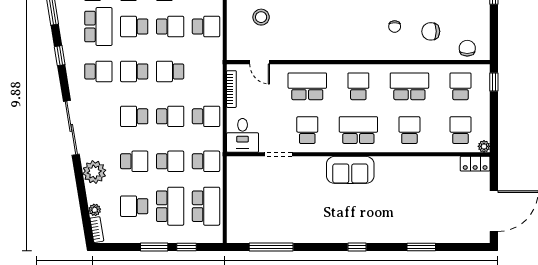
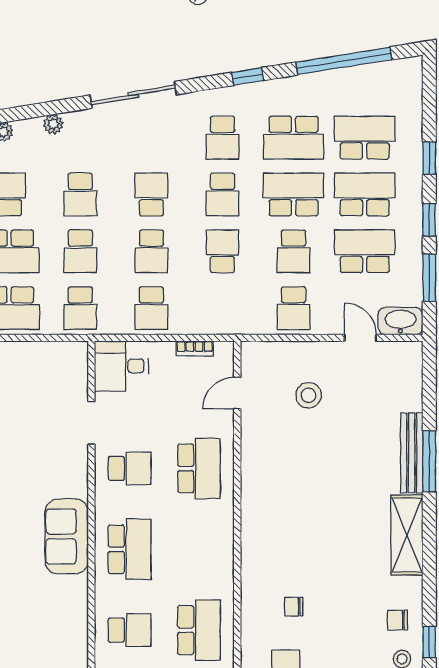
school desk: (134, 27) -> (294, 194), width x1.85
school desk: (134, 71) -> (222, 194), turned 180
school desk: (358, 86) -> (199, 549), removed
bookcase: (231, 89) -> (195, 348), width x0.64
plant: (94, 172) -> (53, 124), width x0.53, depth x0.53

